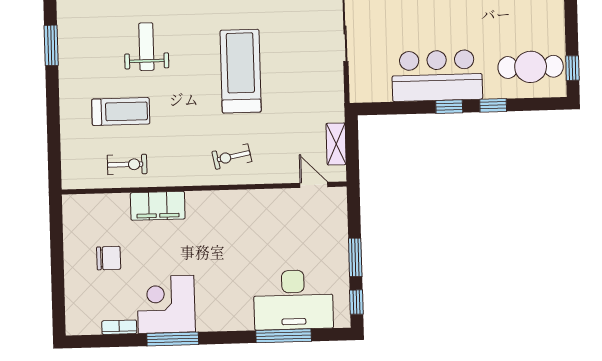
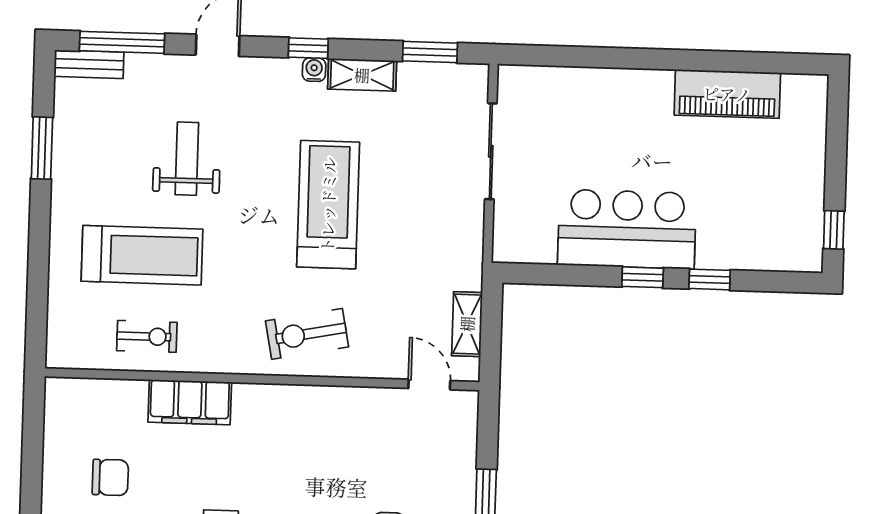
cafe table: (531, 67) -> (770, 224), removed
treadmill: (121, 112) -> (142, 255), width x1.37, depth x1.38
exercise bike: (232, 157) -> (307, 334), width x1.38, depth x1.39

